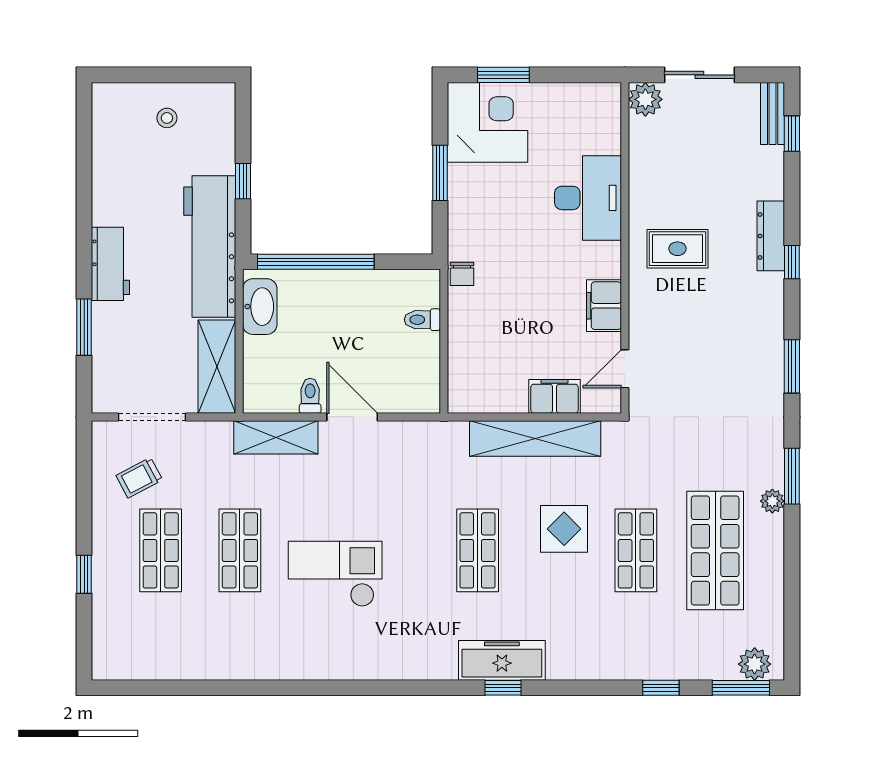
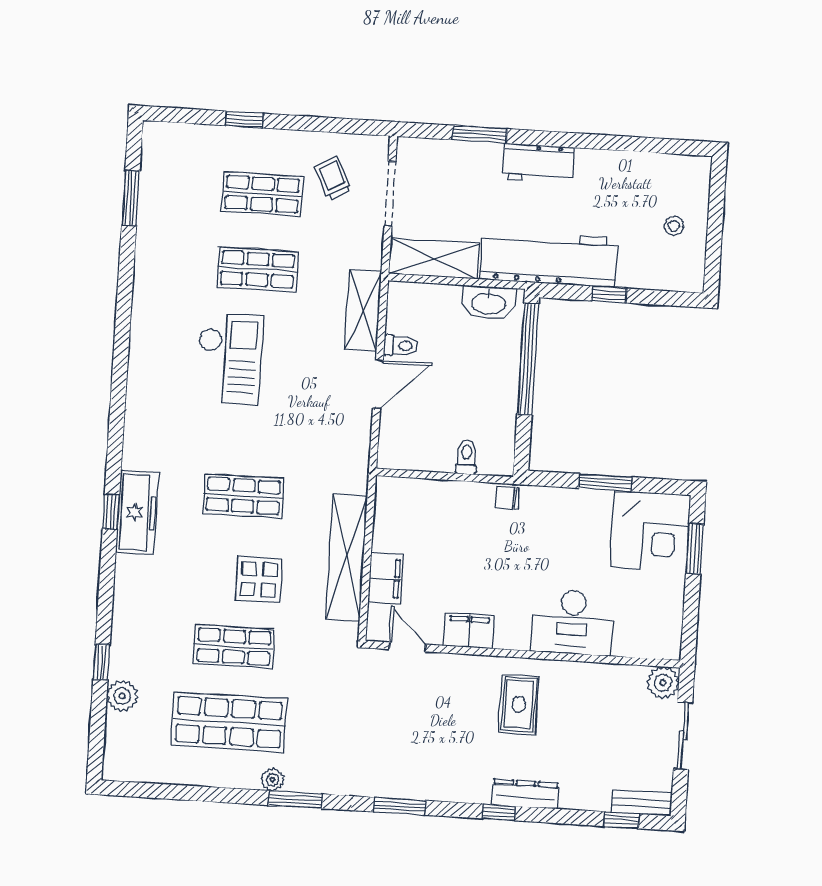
plant: (755, 664) -> (122, 696), moved
window: (741, 688) -> (131, 198), moved

